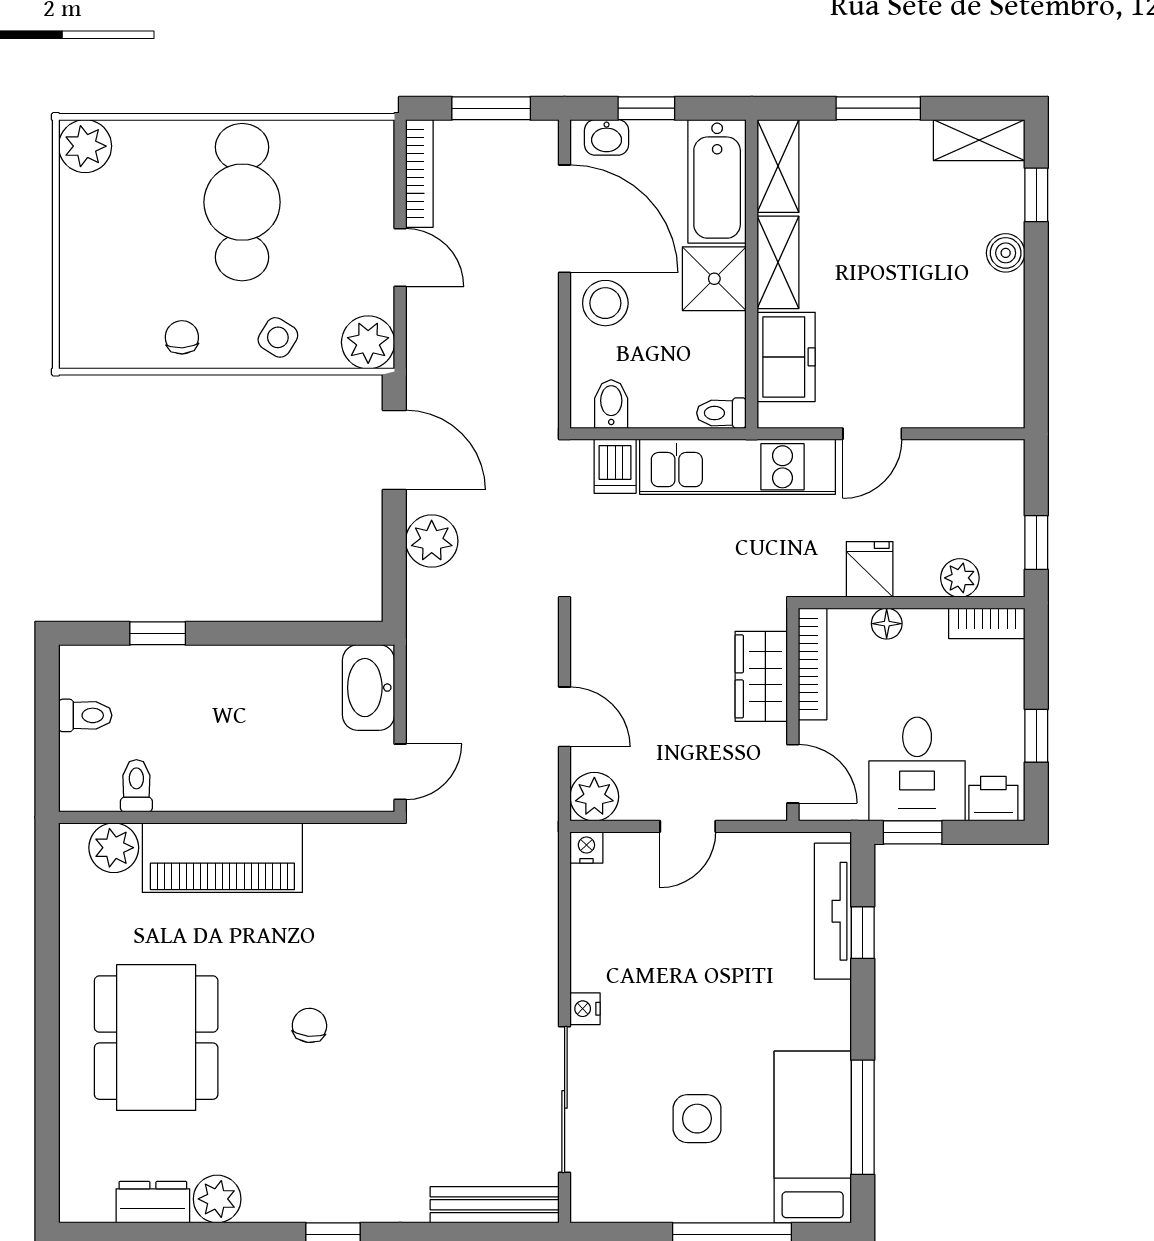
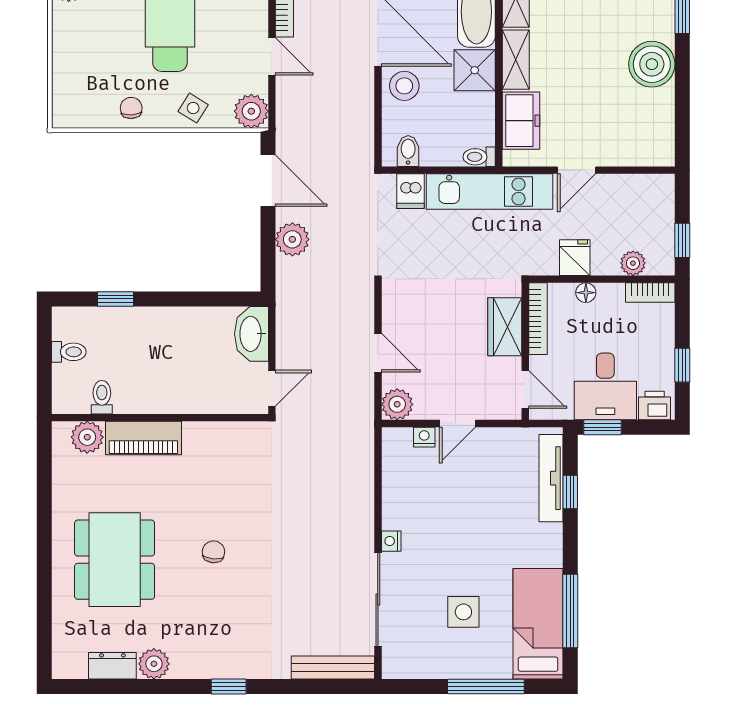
boiler: (1006, 253) -> (652, 64), width x1.86, depth x1.86
nightstand: (586, 847) -> (424, 437), moved
piano: (222, 858) -> (143, 438), width x0.73, depth x0.75

